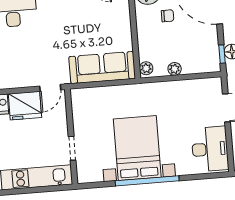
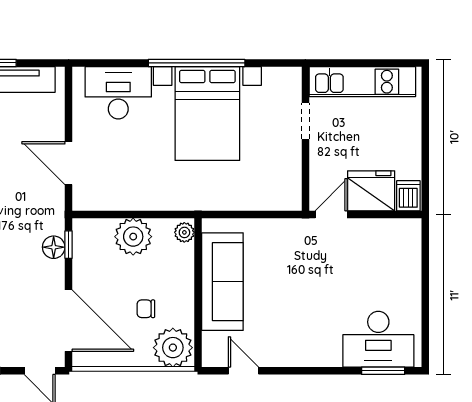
sofa: (102, 68) -> (222, 282), moved, turned -90
plant: (175, 69) -> (133, 237), width x1.88, depth x1.88
desk: (210, 149) -> (118, 93), moved, turned 90

